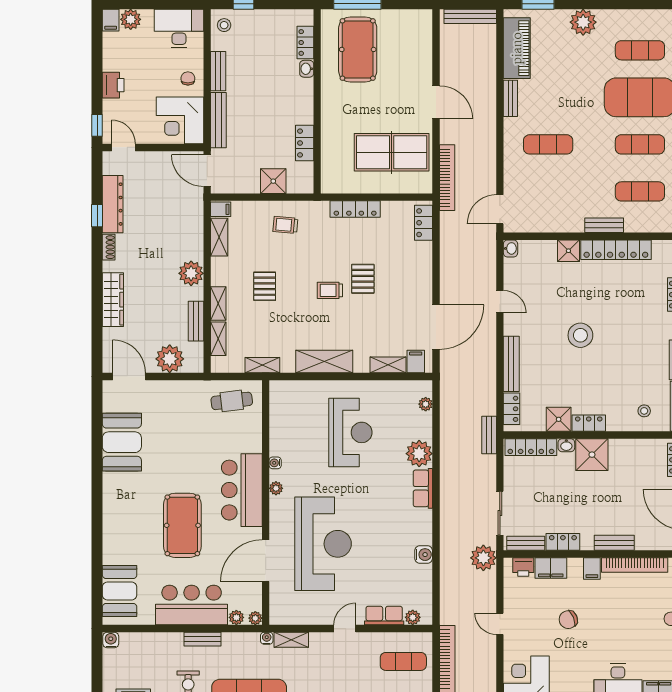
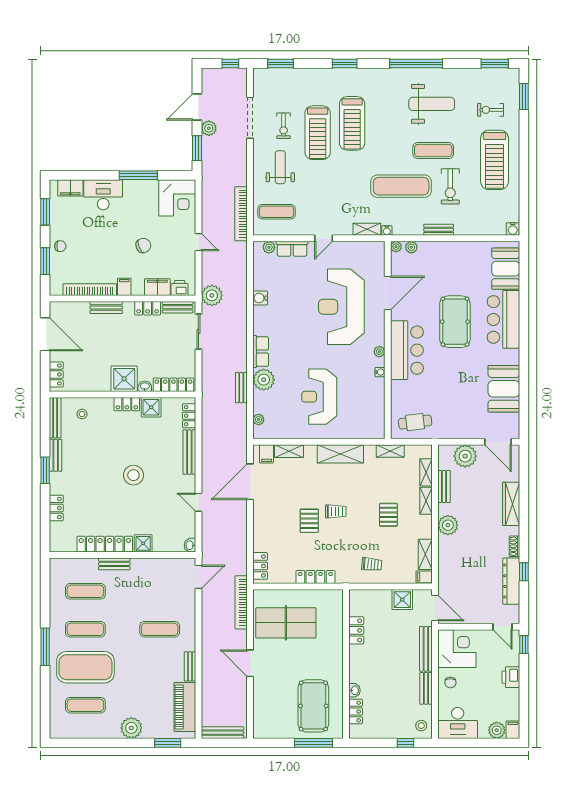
shower: (273, 181) -> (402, 600), moved
bench: (489, 435) -> (241, 388), moved
bar counter: (192, 605) -> (503, 319), moved, turned 90

